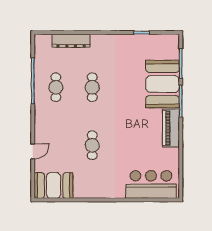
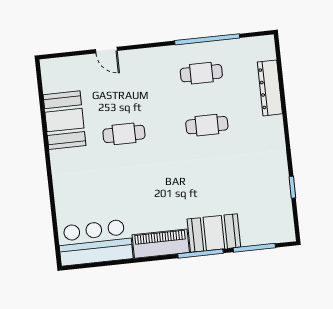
booth: (163, 84) -> (214, 233), width x0.73, depth x0.70
bar counter: (151, 184) -> (95, 243), moved, turned -90
booth: (54, 186) -> (64, 120), moved

